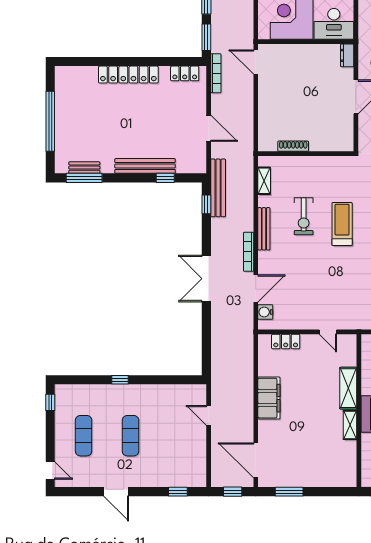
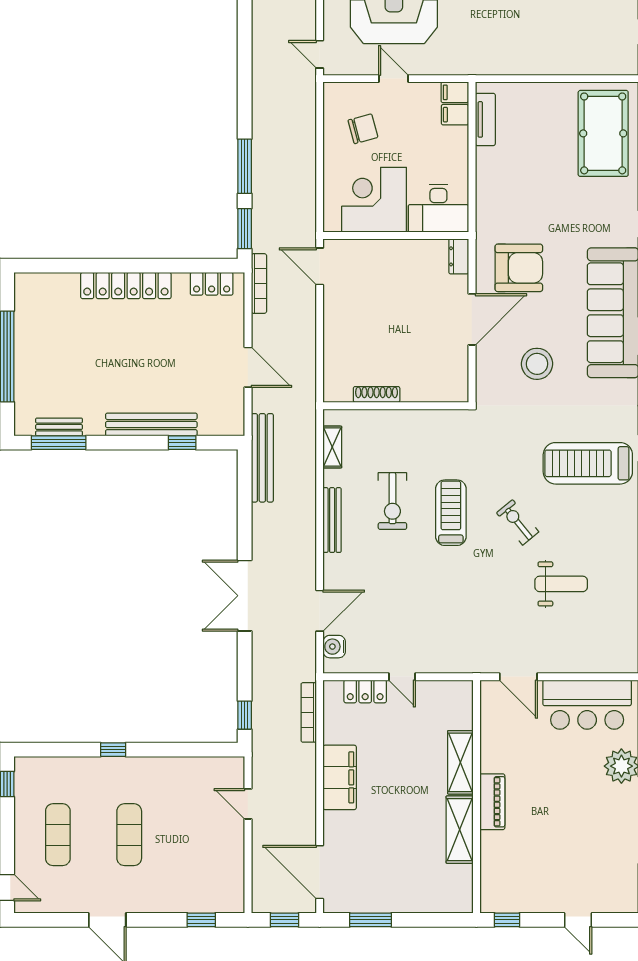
window: (206, 204) -> (245, 715), moved
bookcase: (249, 252) -> (309, 712), moved
door: (328, 332) -> (402, 677), moved
shelving: (350, 425) -> (460, 830), width x1.50, depth x1.33

